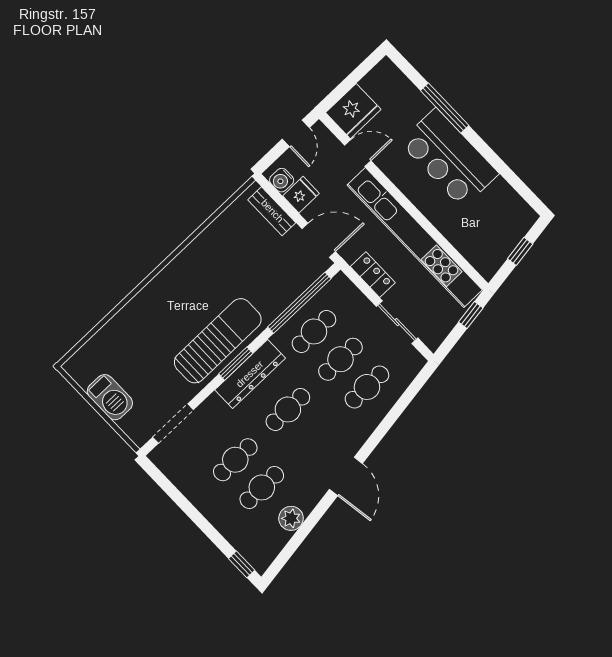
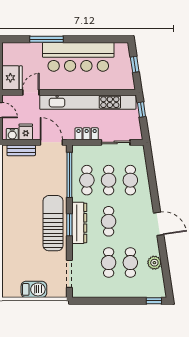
bar counter: (449, 158) -> (78, 57), width x1.36
door: (319, 240) -> (51, 142), hinge flipped

